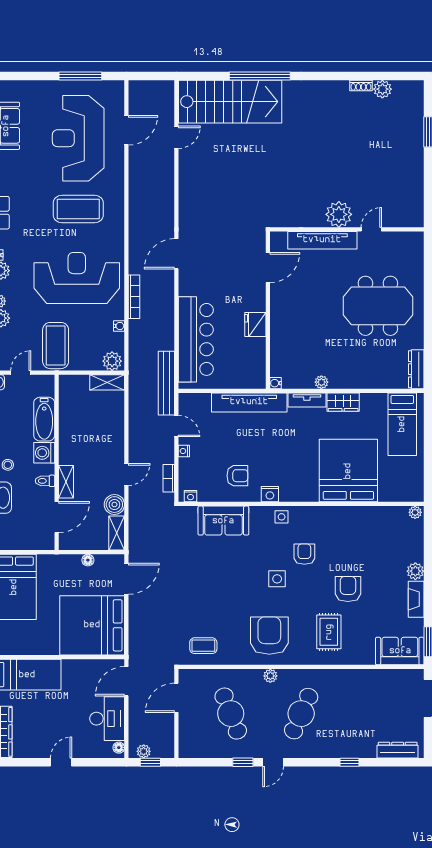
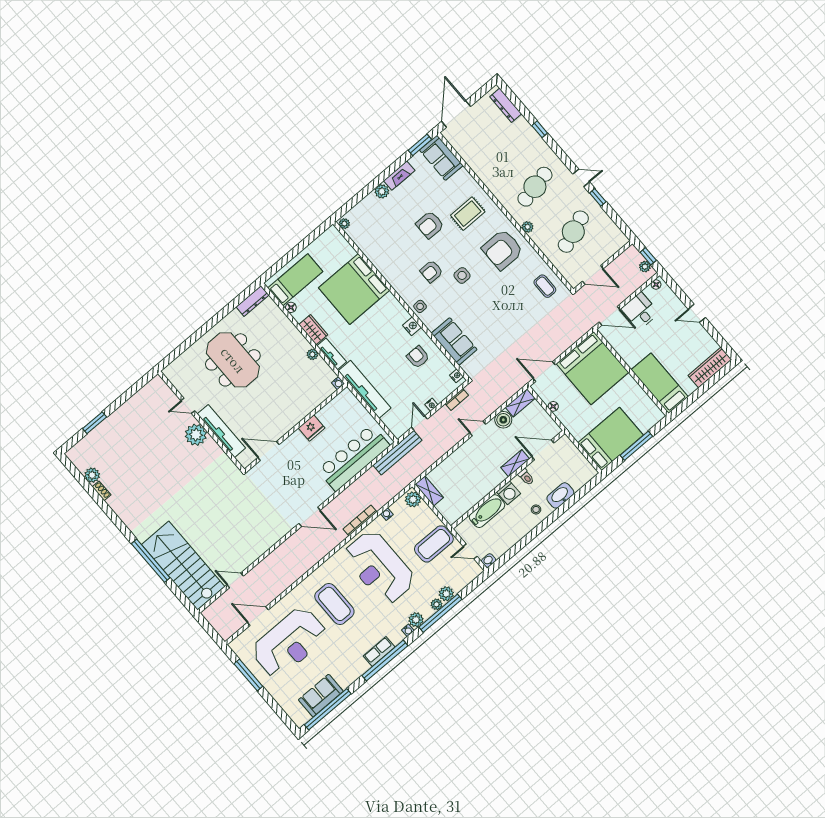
floor lamp: (381, 399) -> (291, 307), added
cafe table: (301, 714) -> (535, 187), turned -36
desk: (107, 719) -> (640, 311), width x0.73

